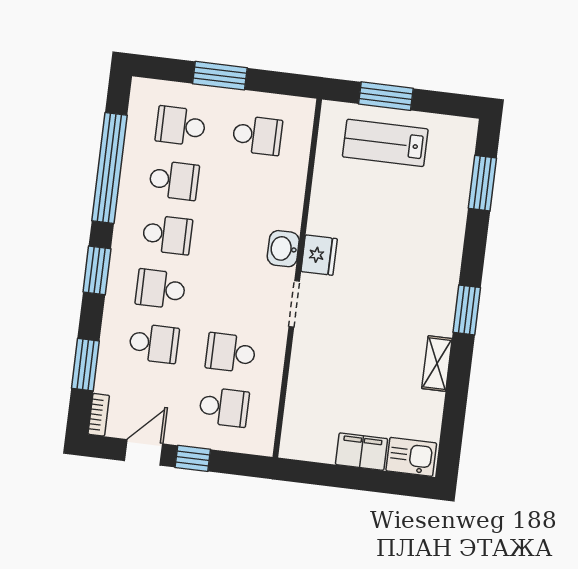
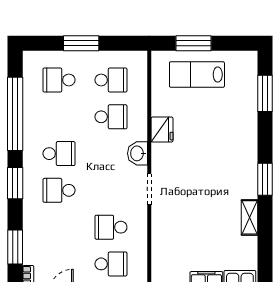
school desk: (174, 180) -> (111, 117), moved
fridge: (319, 255) -> (162, 130), moved
school desk: (154, 343) -> (59, 227), removed

